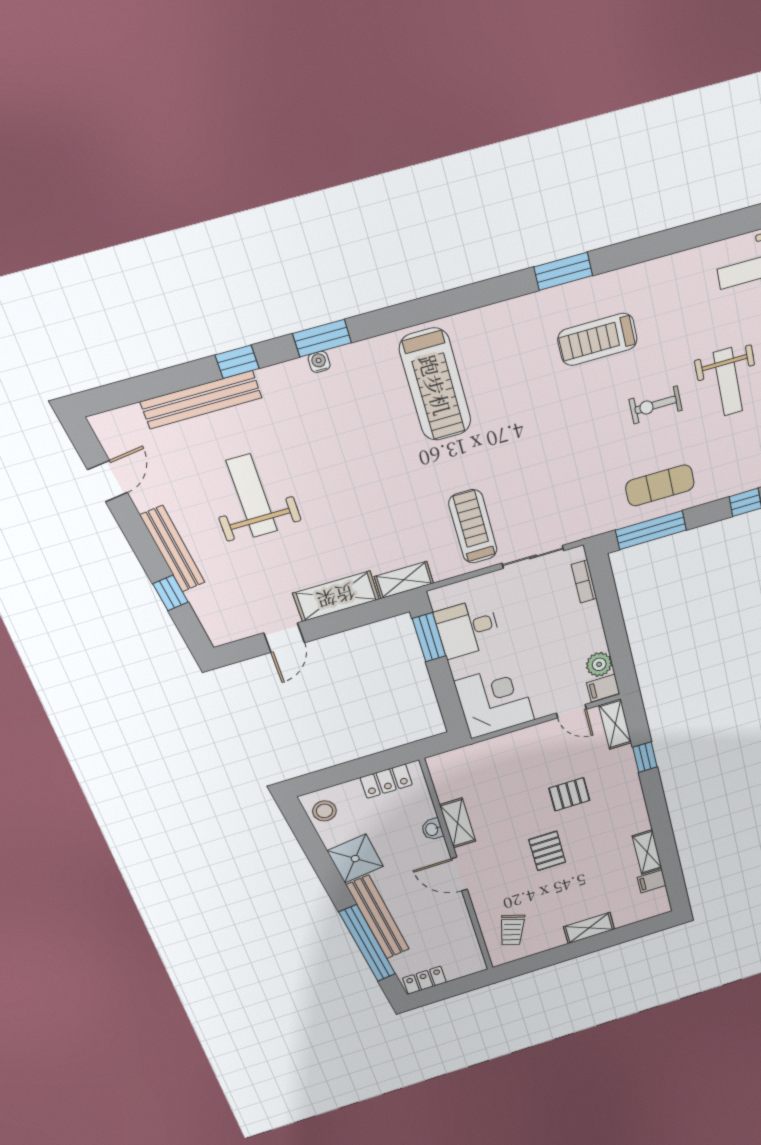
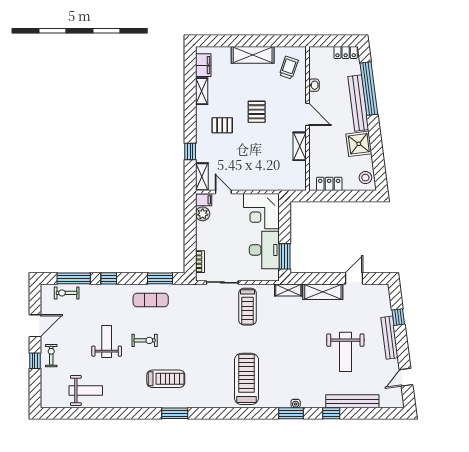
window: (651, 530) -> (160, 278), width x0.69
desk: (468, 628) -> (264, 250), width x1.37
pallet: (569, 794) -> (222, 125), moved
washbasin: (432, 829) -> (314, 85), moved
filing cabinet: (652, 881) -> (203, 65), width x2.00
shelving: (589, 928) -> (253, 55), width x1.50, depth x1.33

